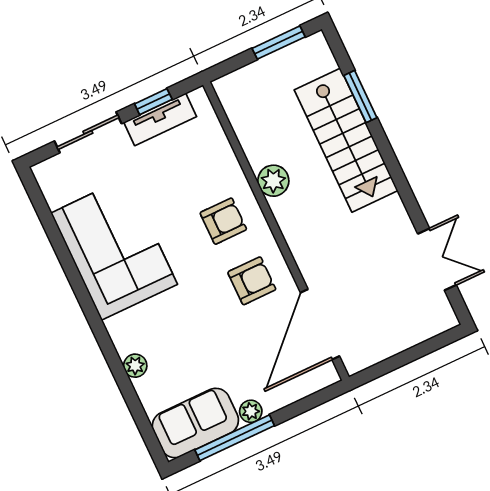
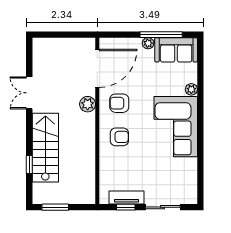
window: (360, 97) -> (29, 165), width x0.67
plant: (273, 181) -> (88, 104), moved
armchair: (223, 221) -> (119, 137), turned 180
corner sofa: (114, 249) -> (176, 127), moved
double door: (437, 259) -> (29, 93), moved

